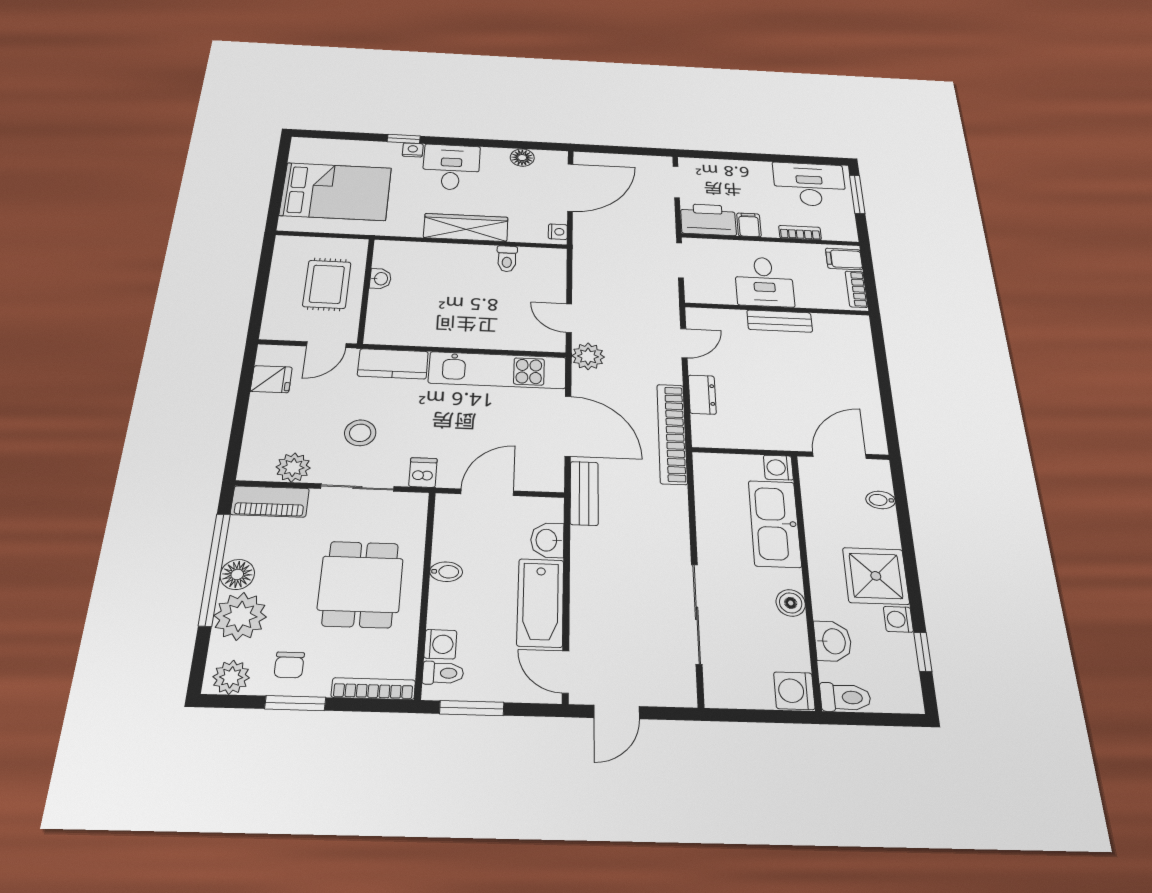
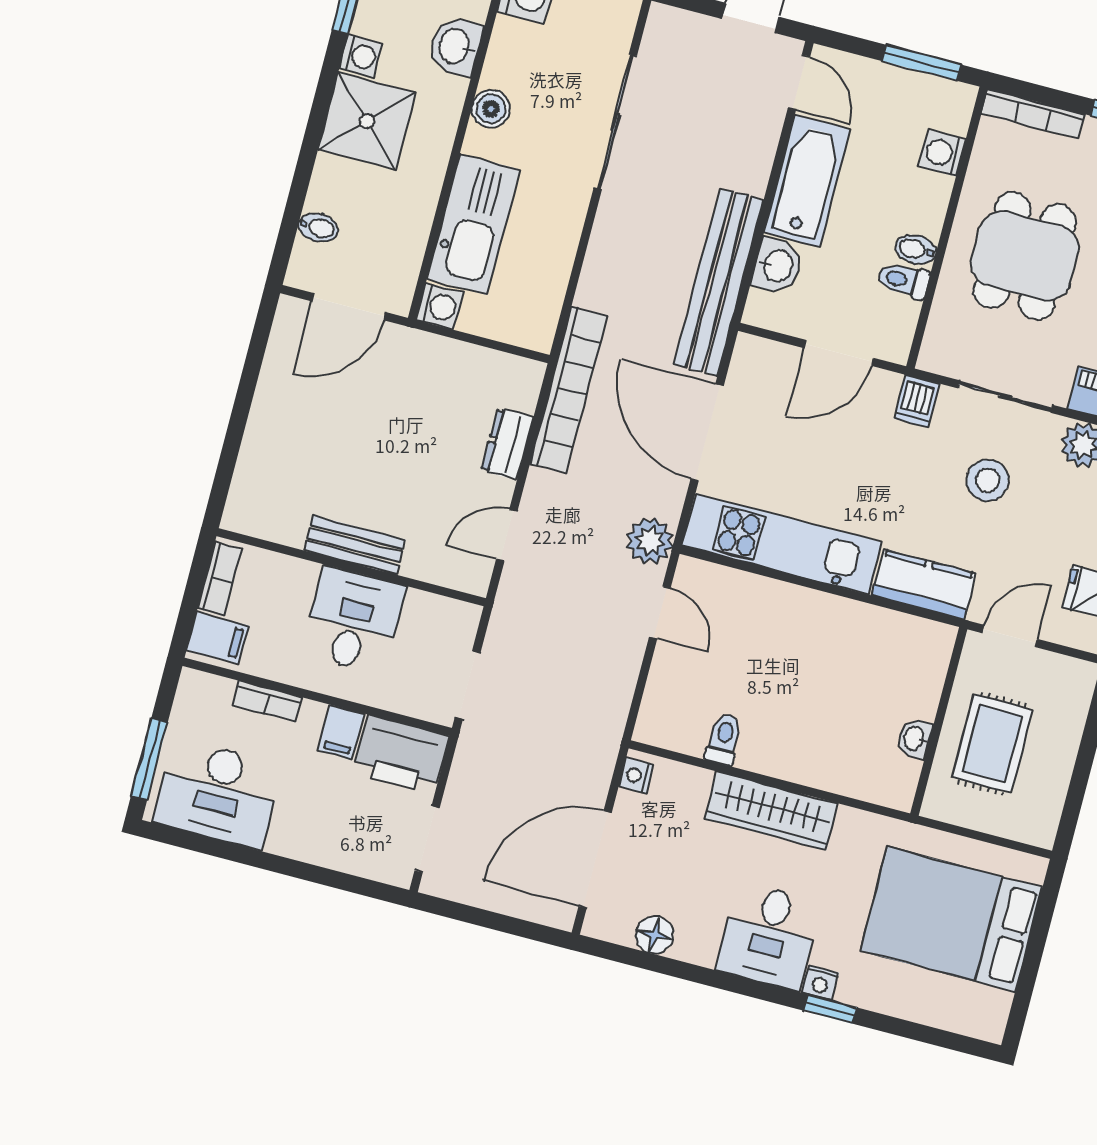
bench: (584, 493) -> (719, 282), width x1.86, depth x1.21
toilet: (443, 673) -> (903, 280), moved

